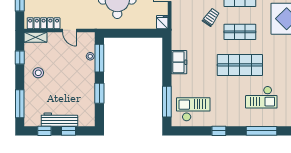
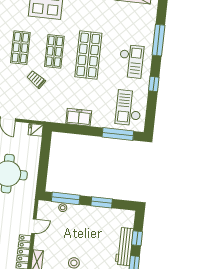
checkout: (261, 97) -> (131, 61), moved

